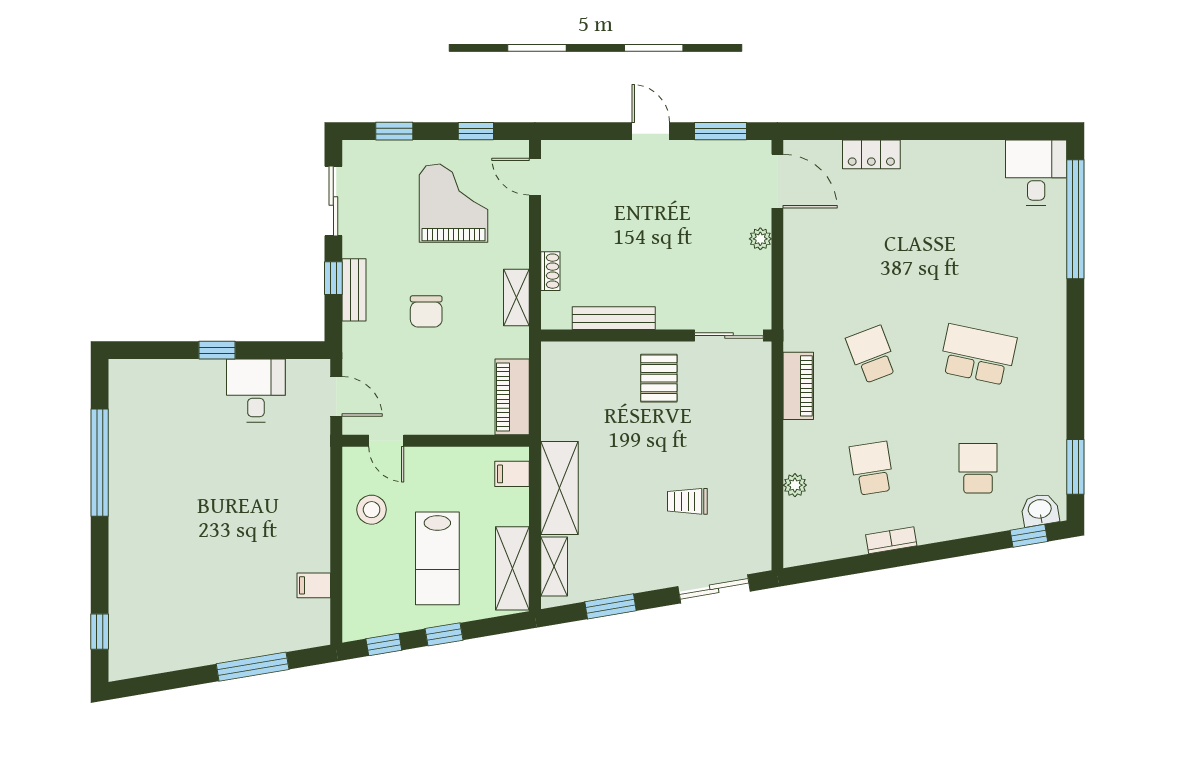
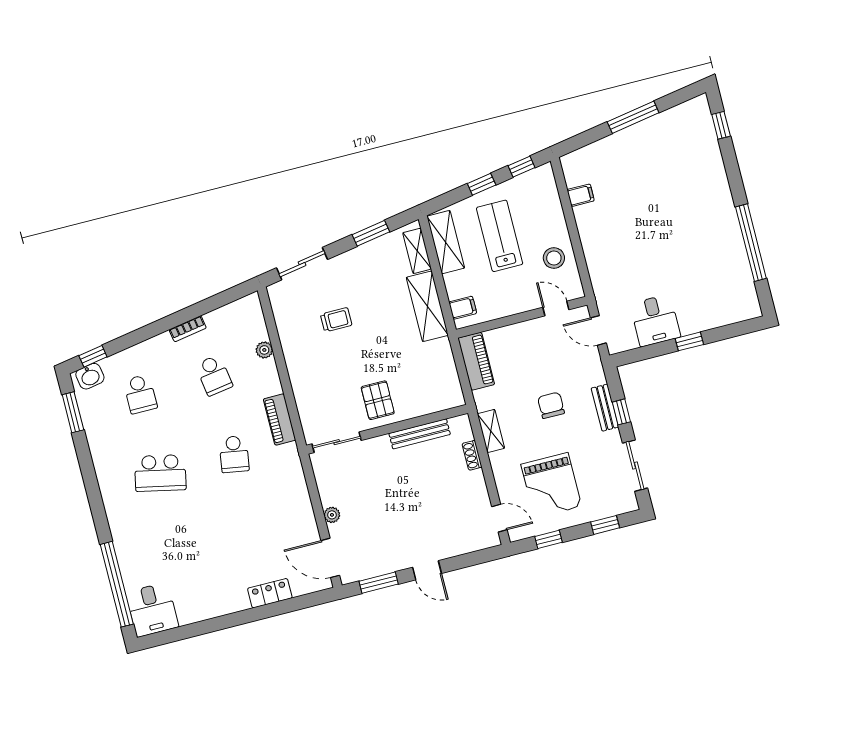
school desk: (872, 355) -> (234, 454), turned 30
window: (253, 667) -> (633, 117), moved

